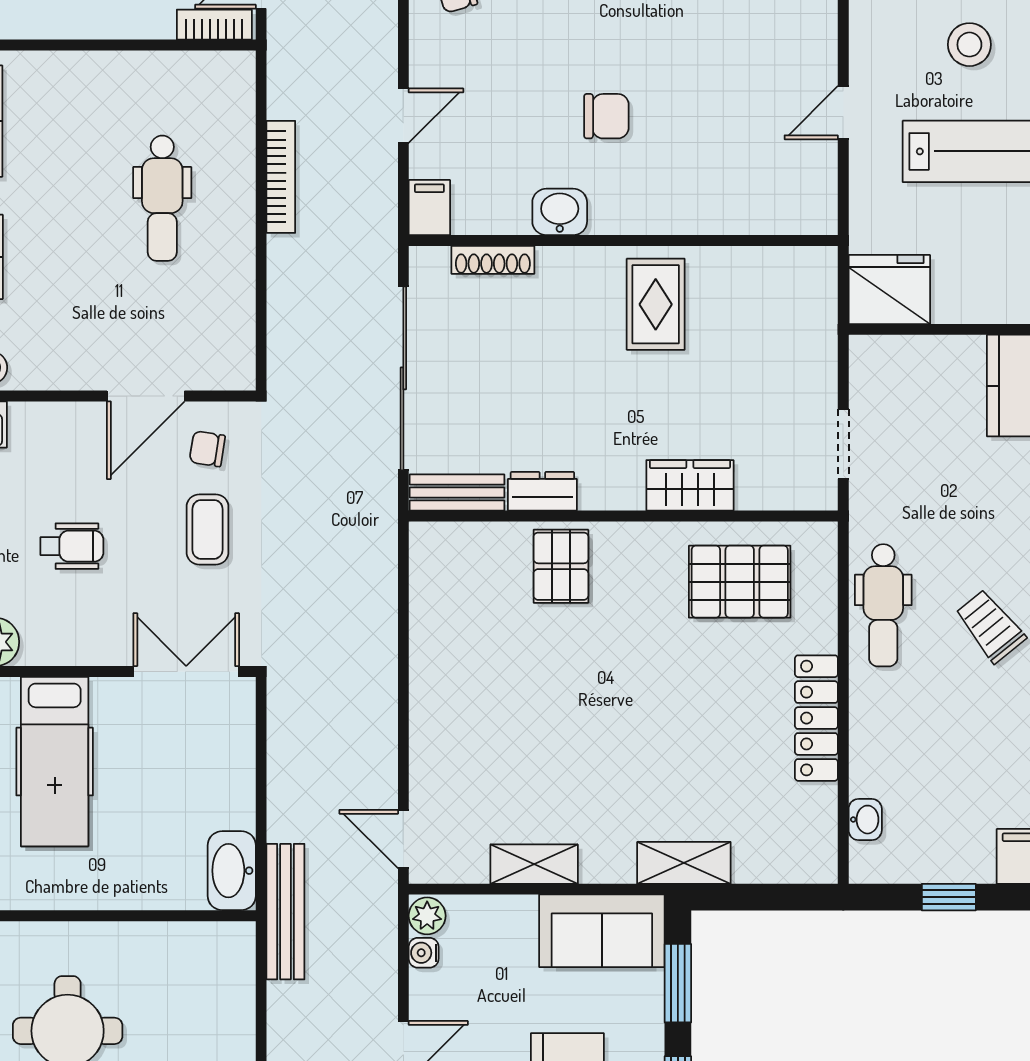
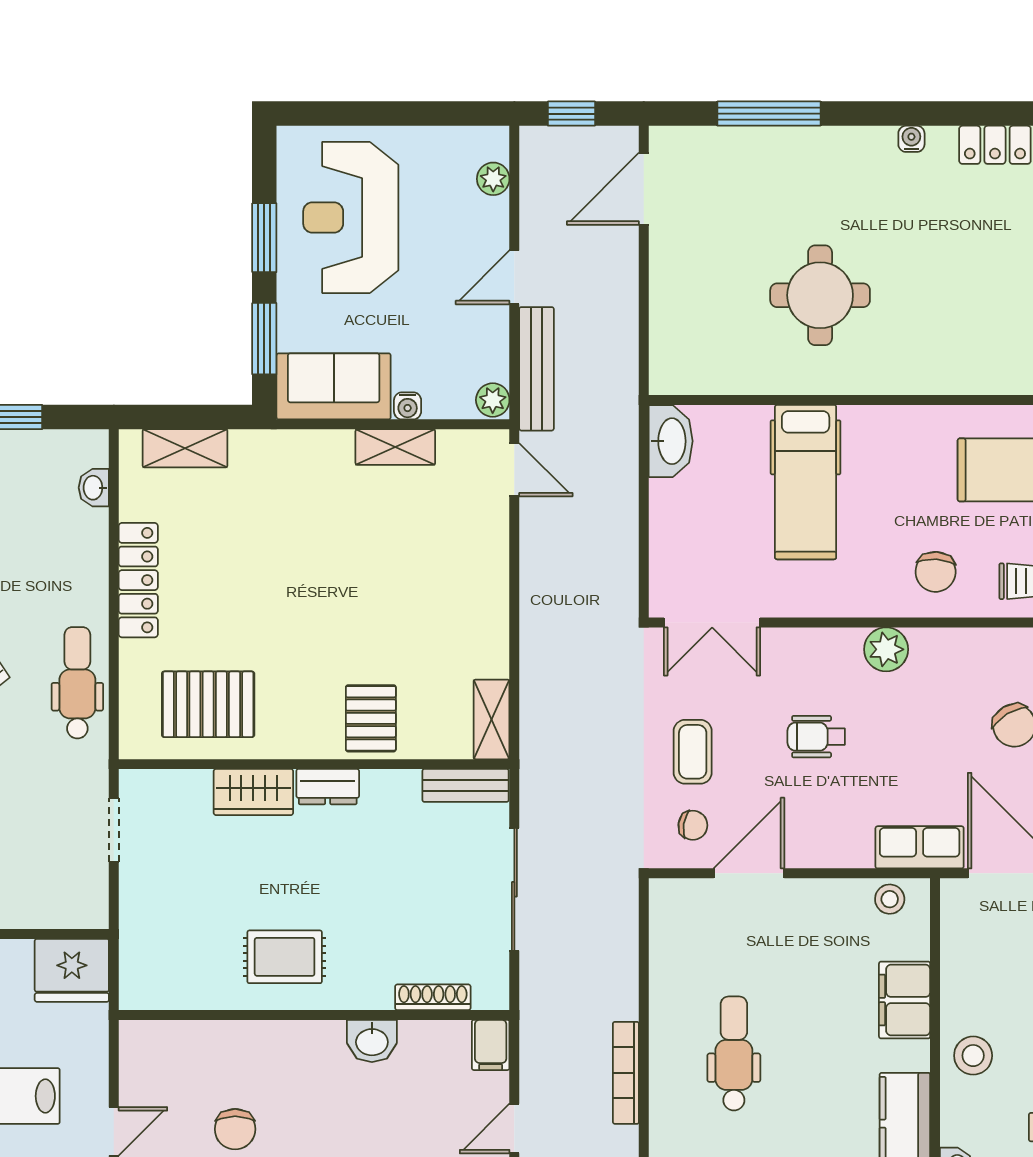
chair: (606, 116) -> (235, 1129), moved, turned -90
rug: (656, 304) -> (285, 957), turned 90
sliding door: (403, 378) -> (514, 889), width x0.73
dresser: (542, 491) -> (328, 787), moved
shelving: (428, 565) -> (492, 719), added
hospital bed: (55, 762) -> (806, 482), moved, turned 180
shelving: (684, 863) -> (185, 448), moved
bench: (285, 912) -> (536, 369), moved
water cooler: (424, 953) -> (408, 406), moved, turned 90

